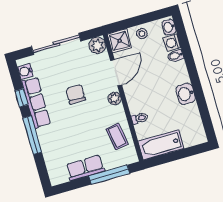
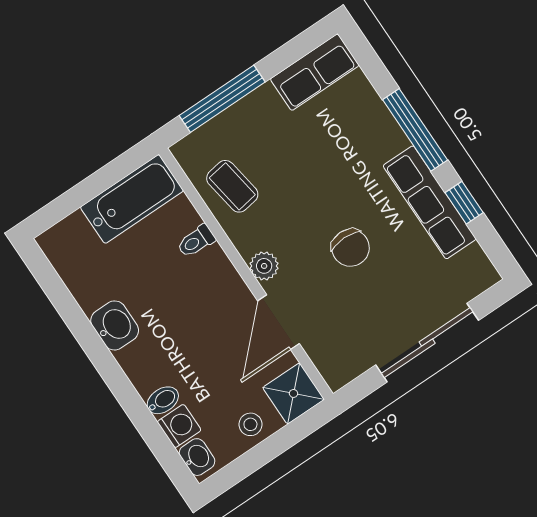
plant: (97, 45) -> (338, 368), removed
water cooler: (25, 71) -> (474, 262), removed
row of seats: (85, 168) -> (315, 72), moved

